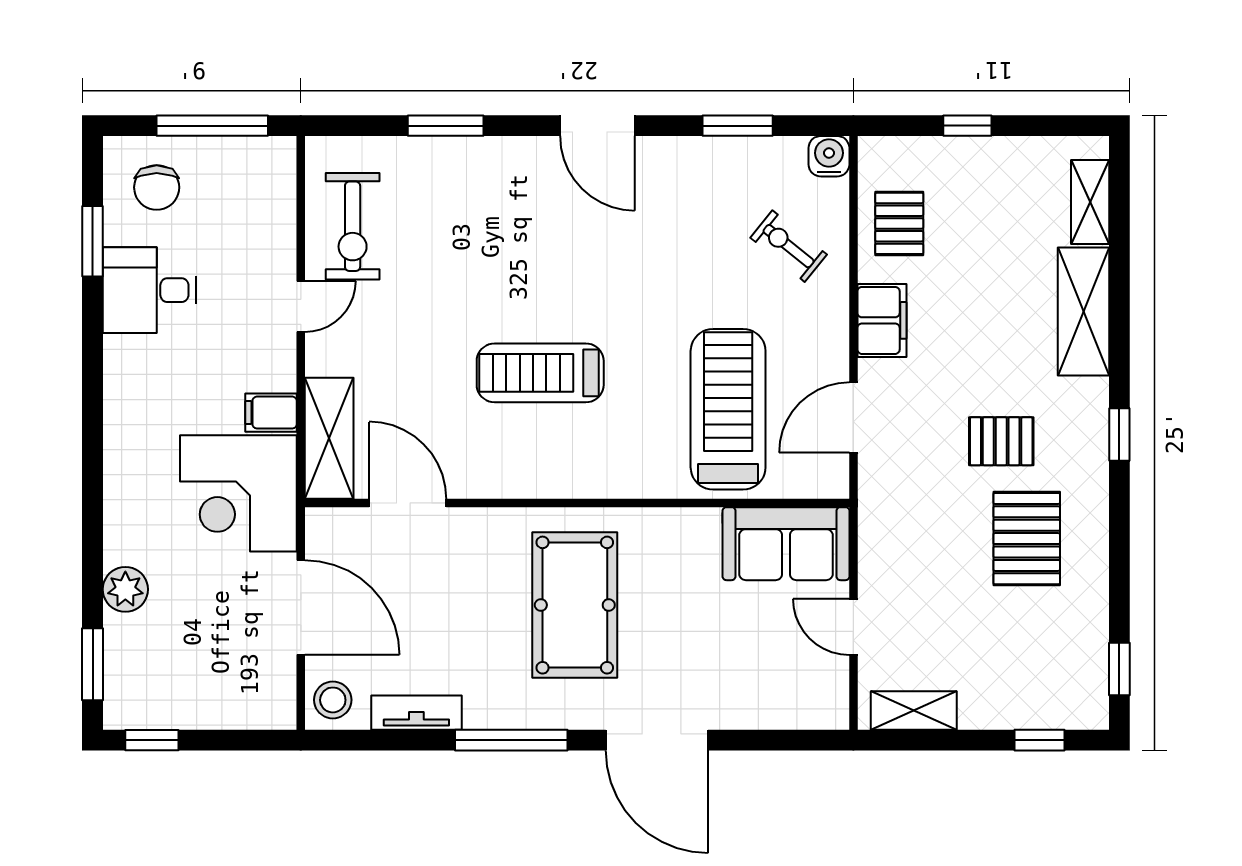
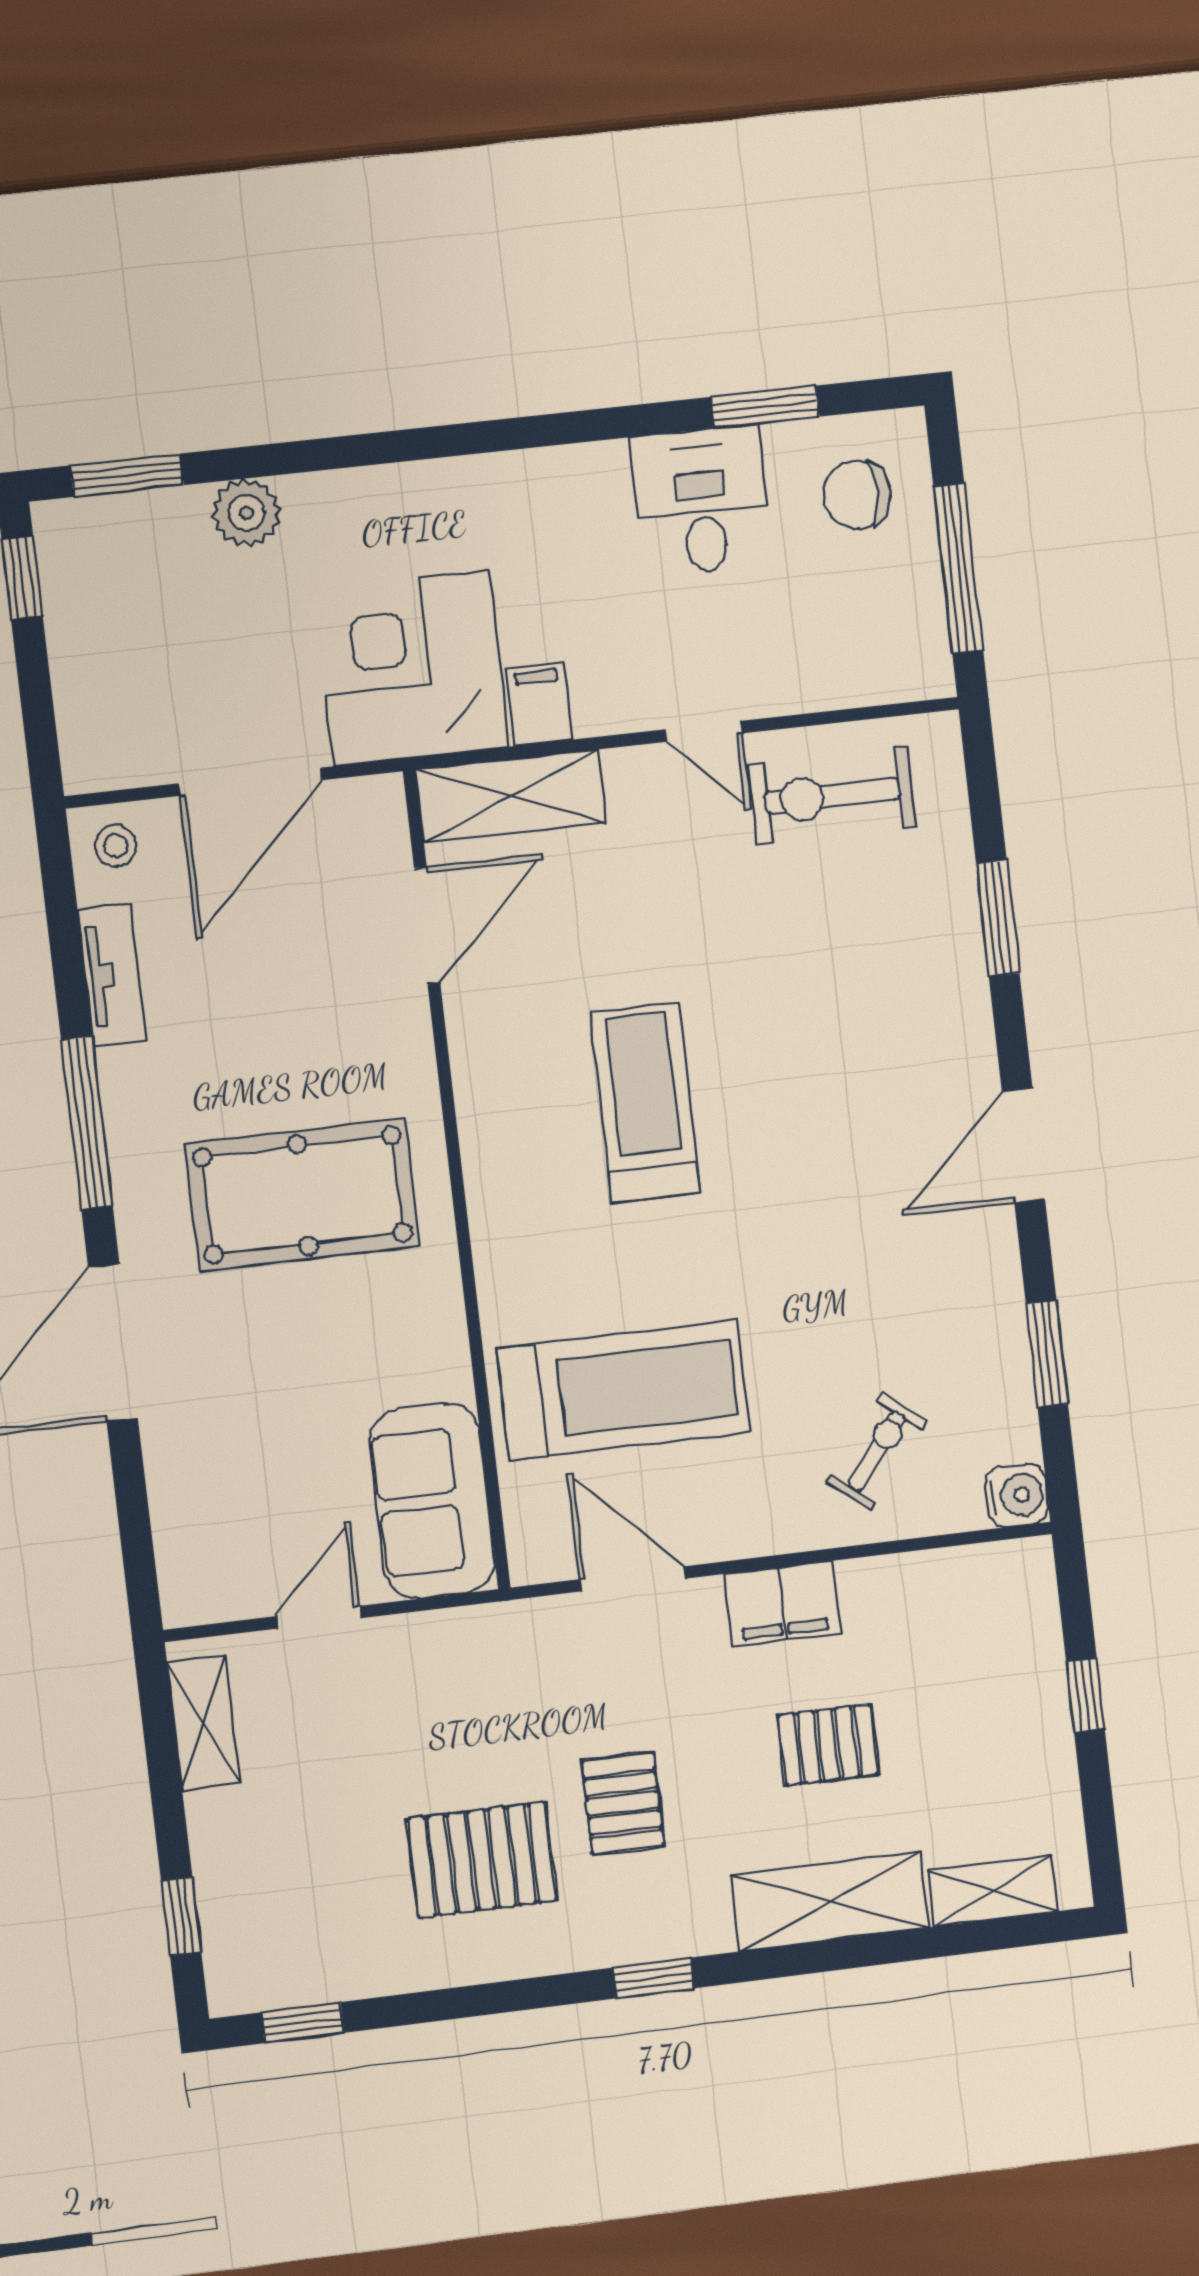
pallet: (899, 223) -> (828, 1745), moved
stool: (333, 700) -> (116, 846), width x0.73, depth x0.73

